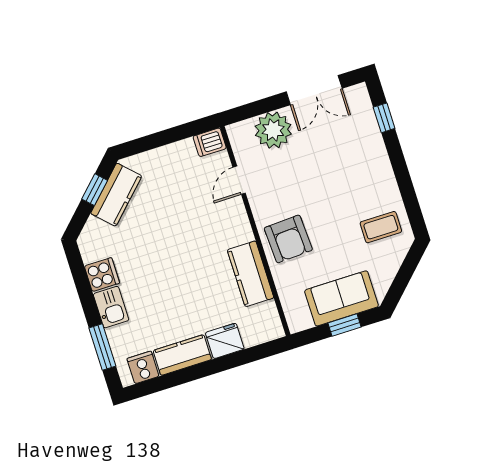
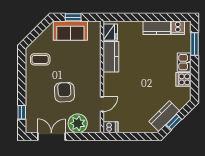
armchair: (288, 239) -> (64, 92), moved
fridge: (225, 341) -> (110, 32), moved, turned -90

